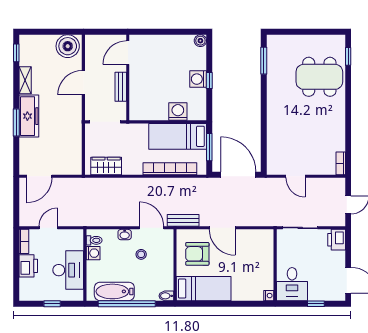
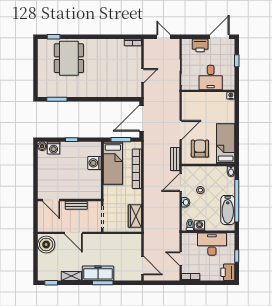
washing machine: (198, 79) -> (54, 148), moved
printer: (337, 240) -> (200, 45), moved
armchair: (197, 254) -> (200, 149), turned 180
printer: (28, 266) -> (228, 272), moved, turned -90
desk: (292, 284) -> (211, 77), moved, turned 90

